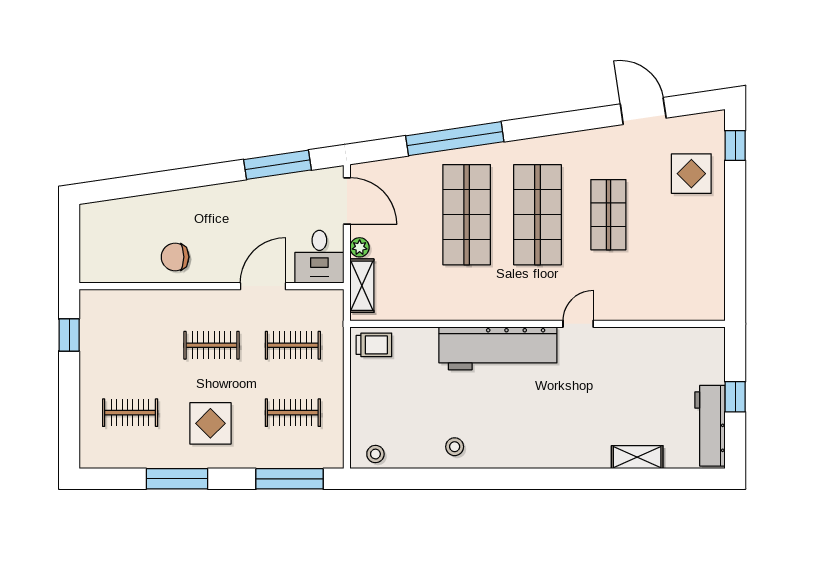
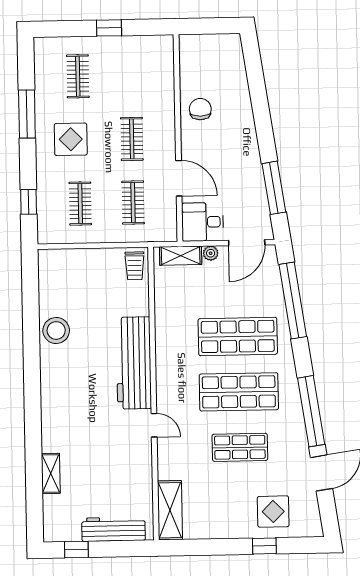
window: (564, 123) -> (311, 411), added
window: (455, 139) -> (293, 301), moved
window: (735, 146) -> (264, 546), moved
shelving: (687, 306) -> (170, 510), added
window: (69, 335) -> (109, 28), moved
window: (735, 397) -> (76, 550), moved
workbench: (710, 426) -> (114, 529), moved
stool: (455, 447) -> (56, 331), width x1.89, depth x1.89
stool: (375, 454) -> (49, 269), removed
window: (290, 479) -> (29, 202), width x0.46

